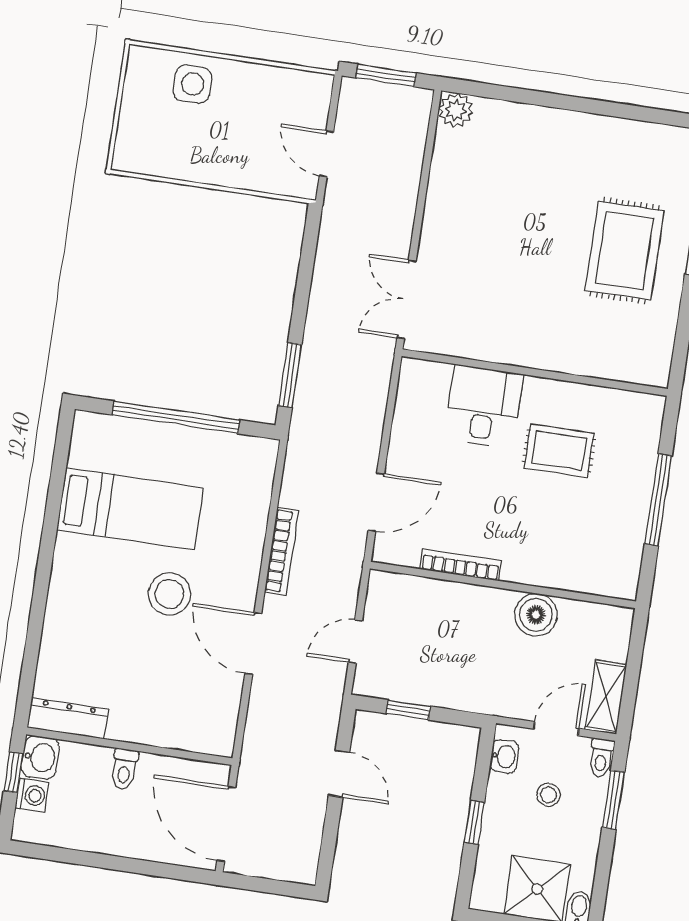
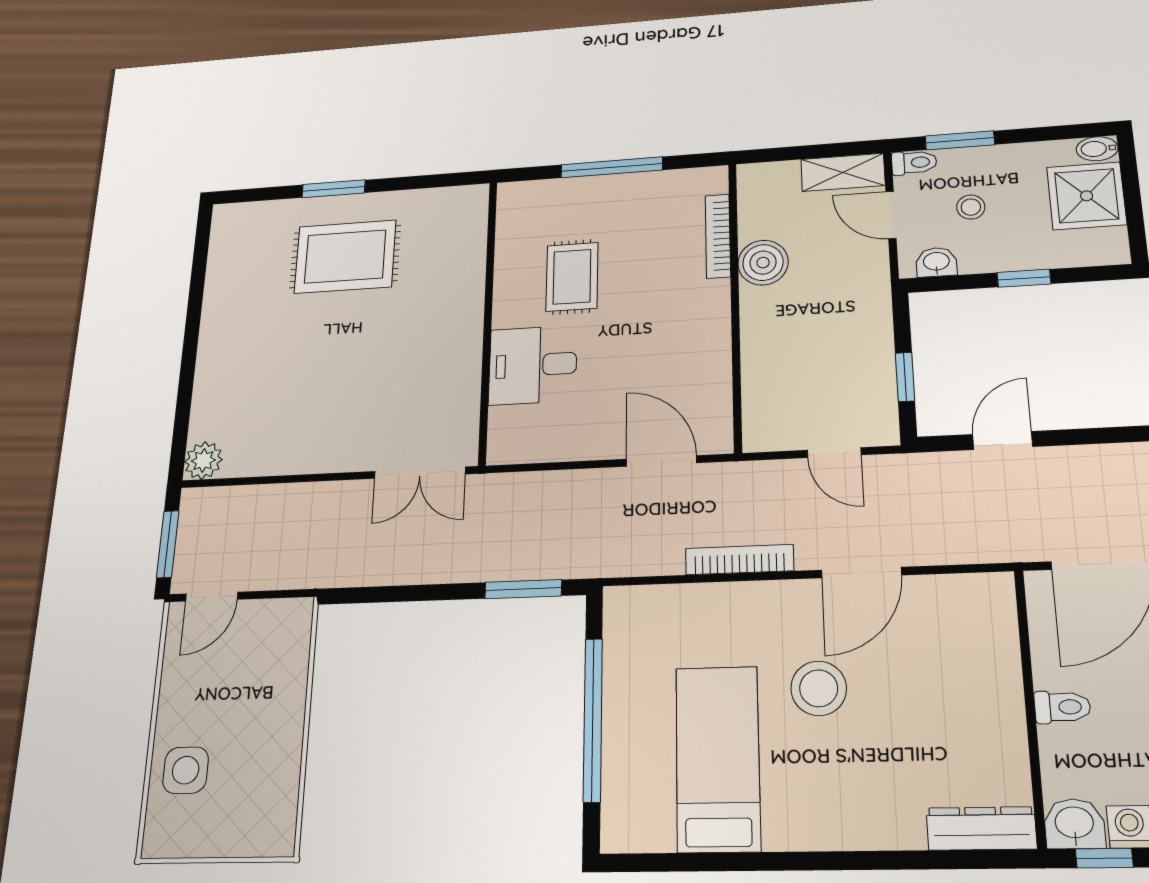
door: (326, 154) -> (212, 597), moved
bookcase: (461, 565) -> (718, 236), moved
dresser: (67, 718) -> (981, 828), moved, turned 90

